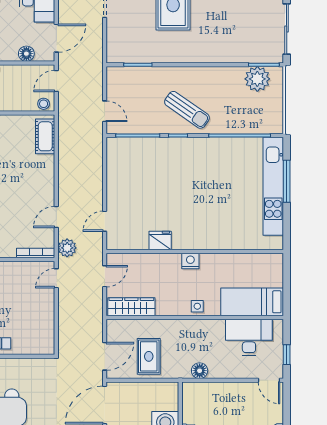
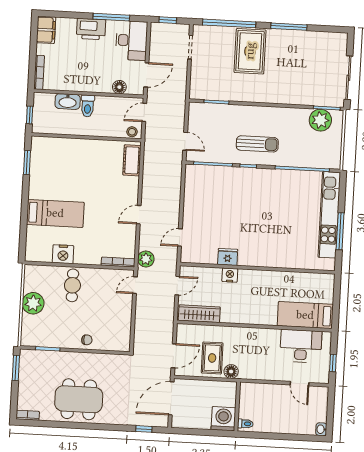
sun lounger: (187, 110) -> (257, 144), turned -35
window: (287, 181) -> (340, 231), moved
door: (56, 217) -> (139, 215), moved
nightstand: (190, 261) -> (230, 275), moved
side table: (197, 306) -> (257, 316), removed
floor lamp: (200, 371) -> (231, 372), moved
door: (269, 380) -> (300, 384), moved

